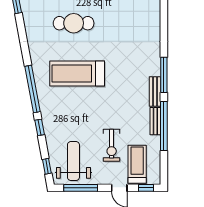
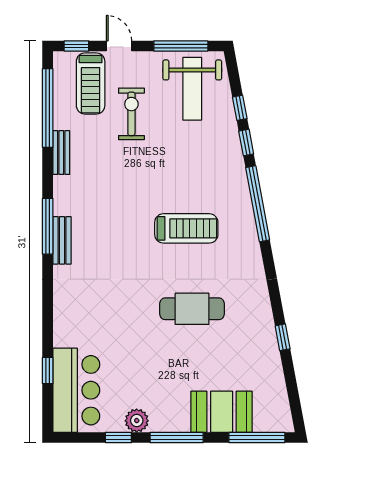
treadmill: (77, 74) -> (186, 228), width x0.73, depth x0.73
bench: (155, 92) -> (62, 240), moved
window: (164, 126) -> (48, 108), moved
window: (47, 166) -> (240, 108), moved

